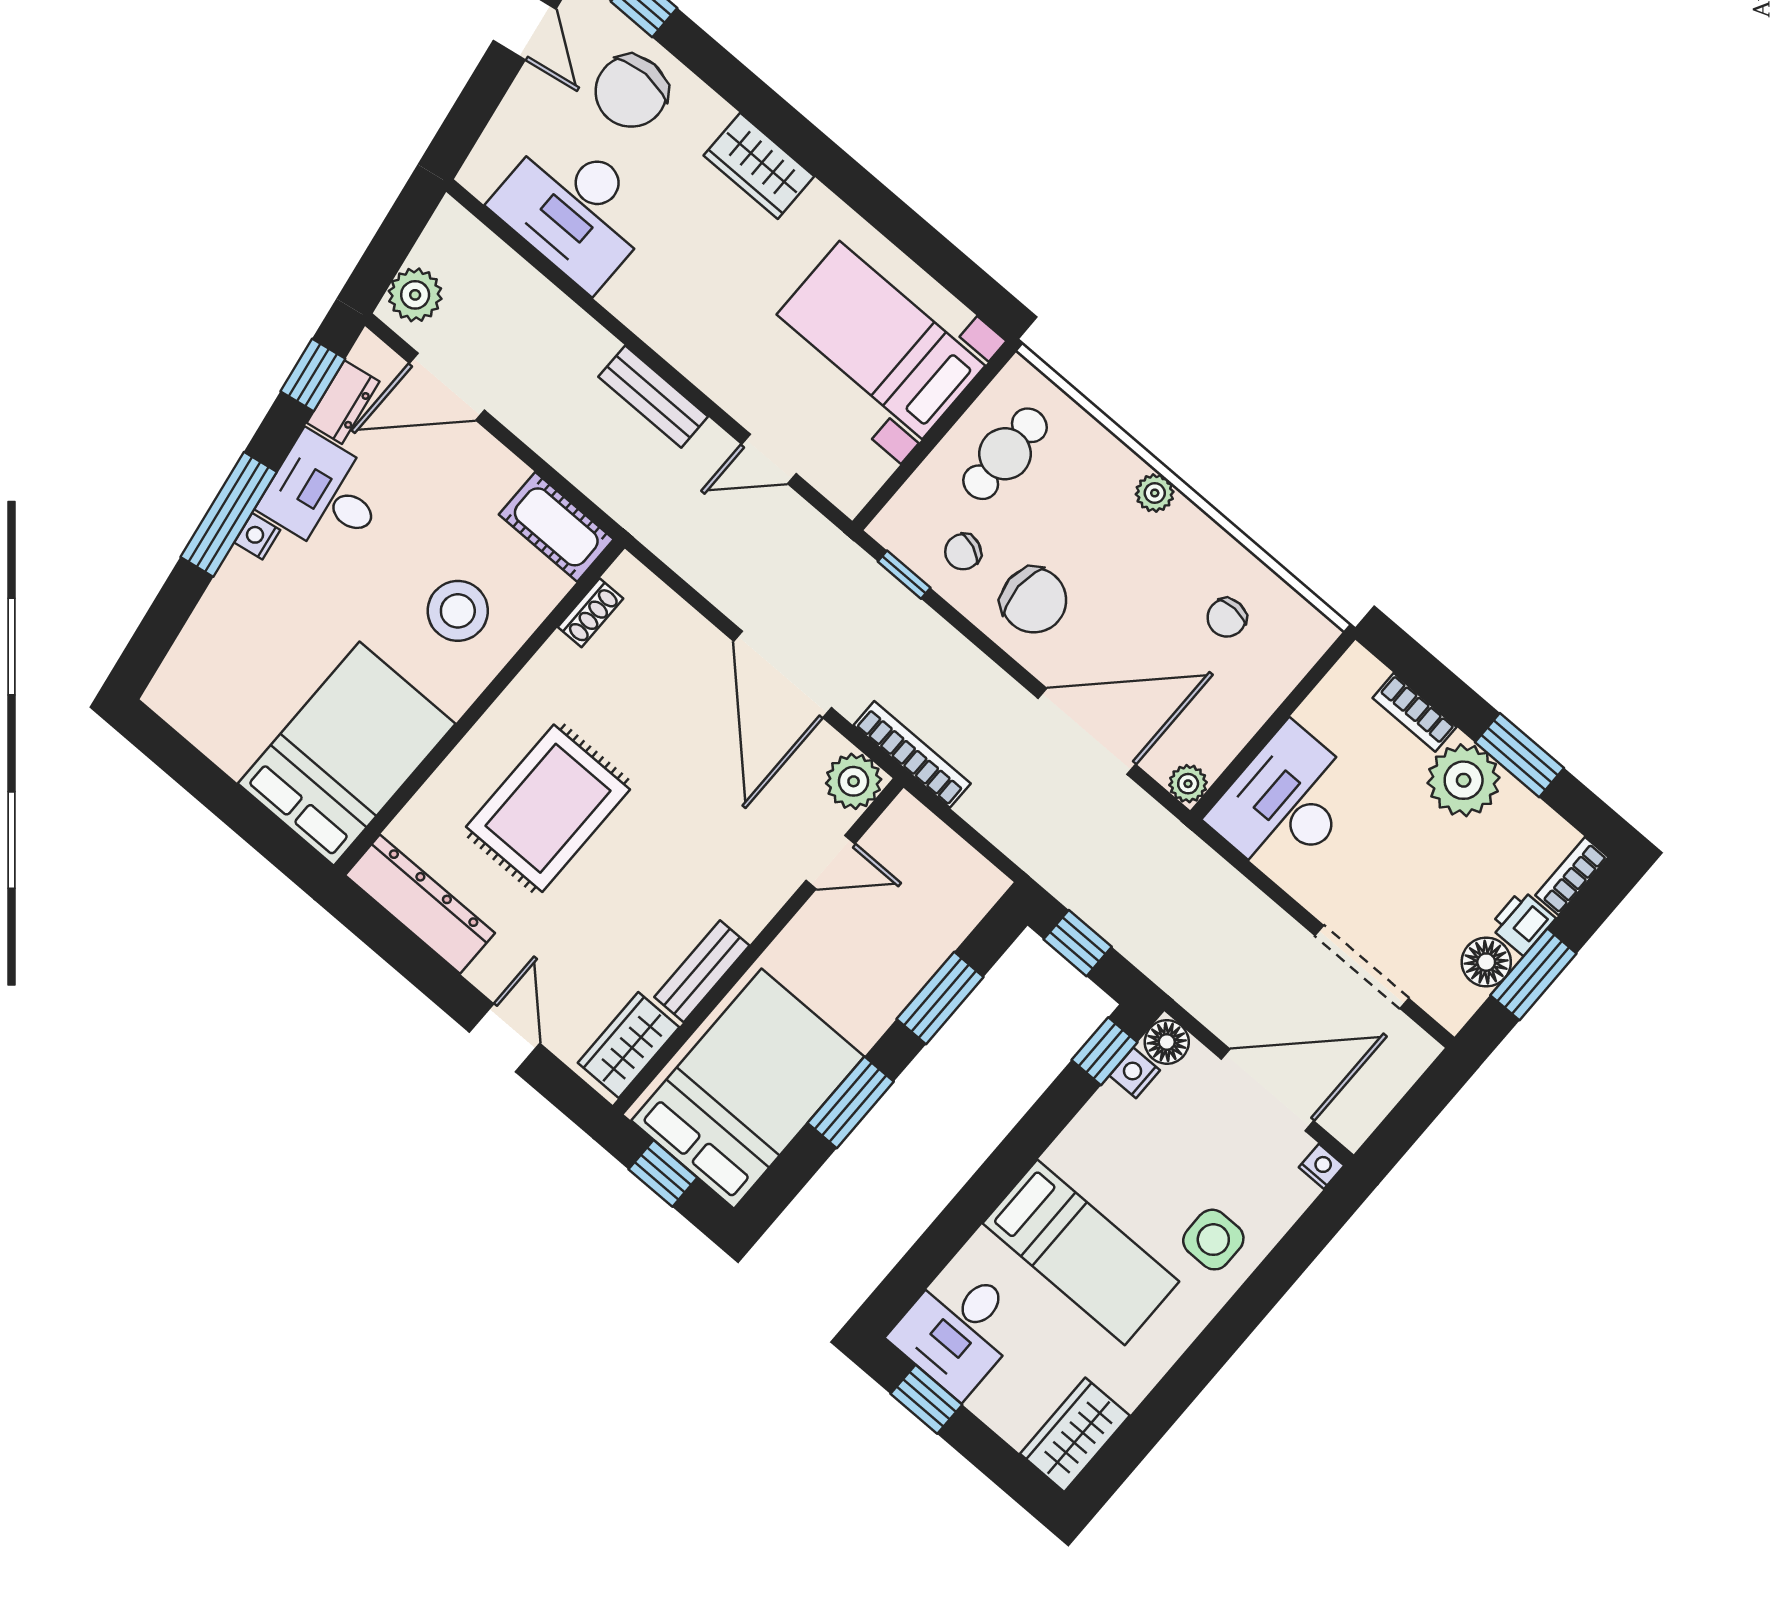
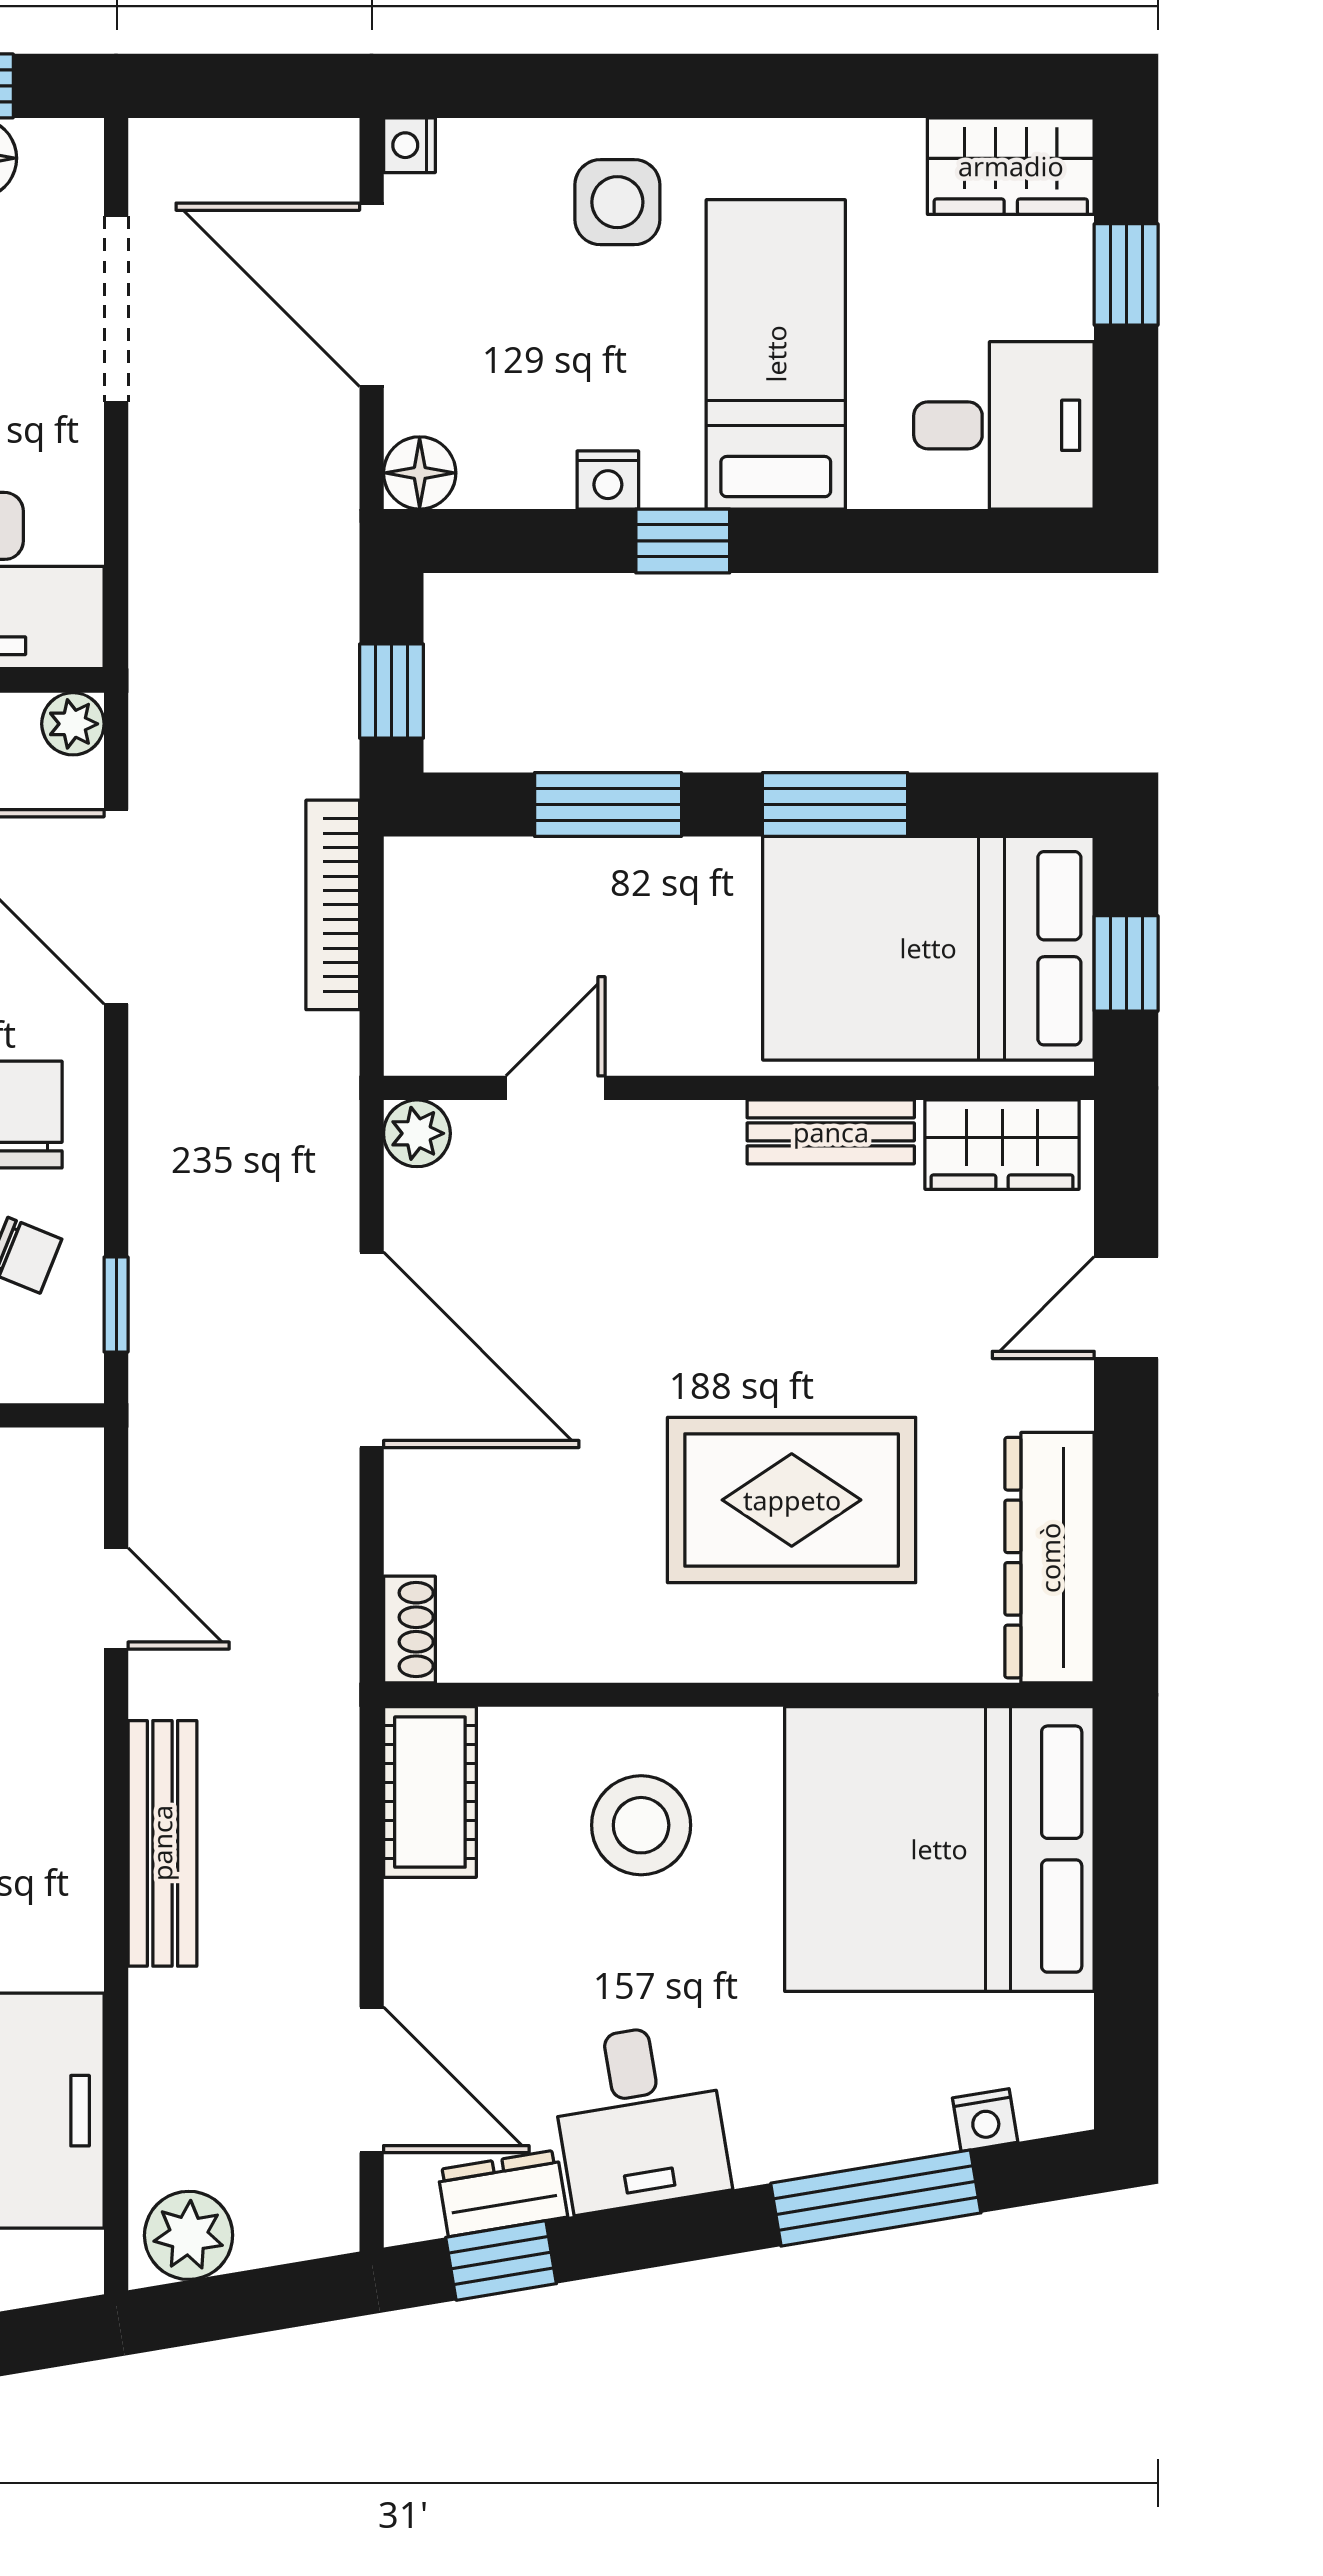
plant: (415, 295) -> (189, 2235), moved
bench: (653, 397) -> (162, 1843), width x1.36
window: (229, 514) -> (876, 2198), moved
nightstand: (257, 536) -> (985, 2120), moved
shoe rack: (590, 613) -> (409, 1629), moved, turned 90
door: (783, 674) -> (372, 1350), hinge flipped
bed: (347, 754) -> (939, 1849), width x1.36
bookcase: (912, 754) -> (333, 905), moved
plant: (854, 781) -> (417, 1133), width x0.73, depth x0.73
door: (831, 862) -> (555, 1088), hinge flipped
window: (1105, 1051) -> (683, 541), moved
nightstand: (1135, 1073) -> (608, 480), moved
window: (926, 1399) -> (1126, 274), moved

